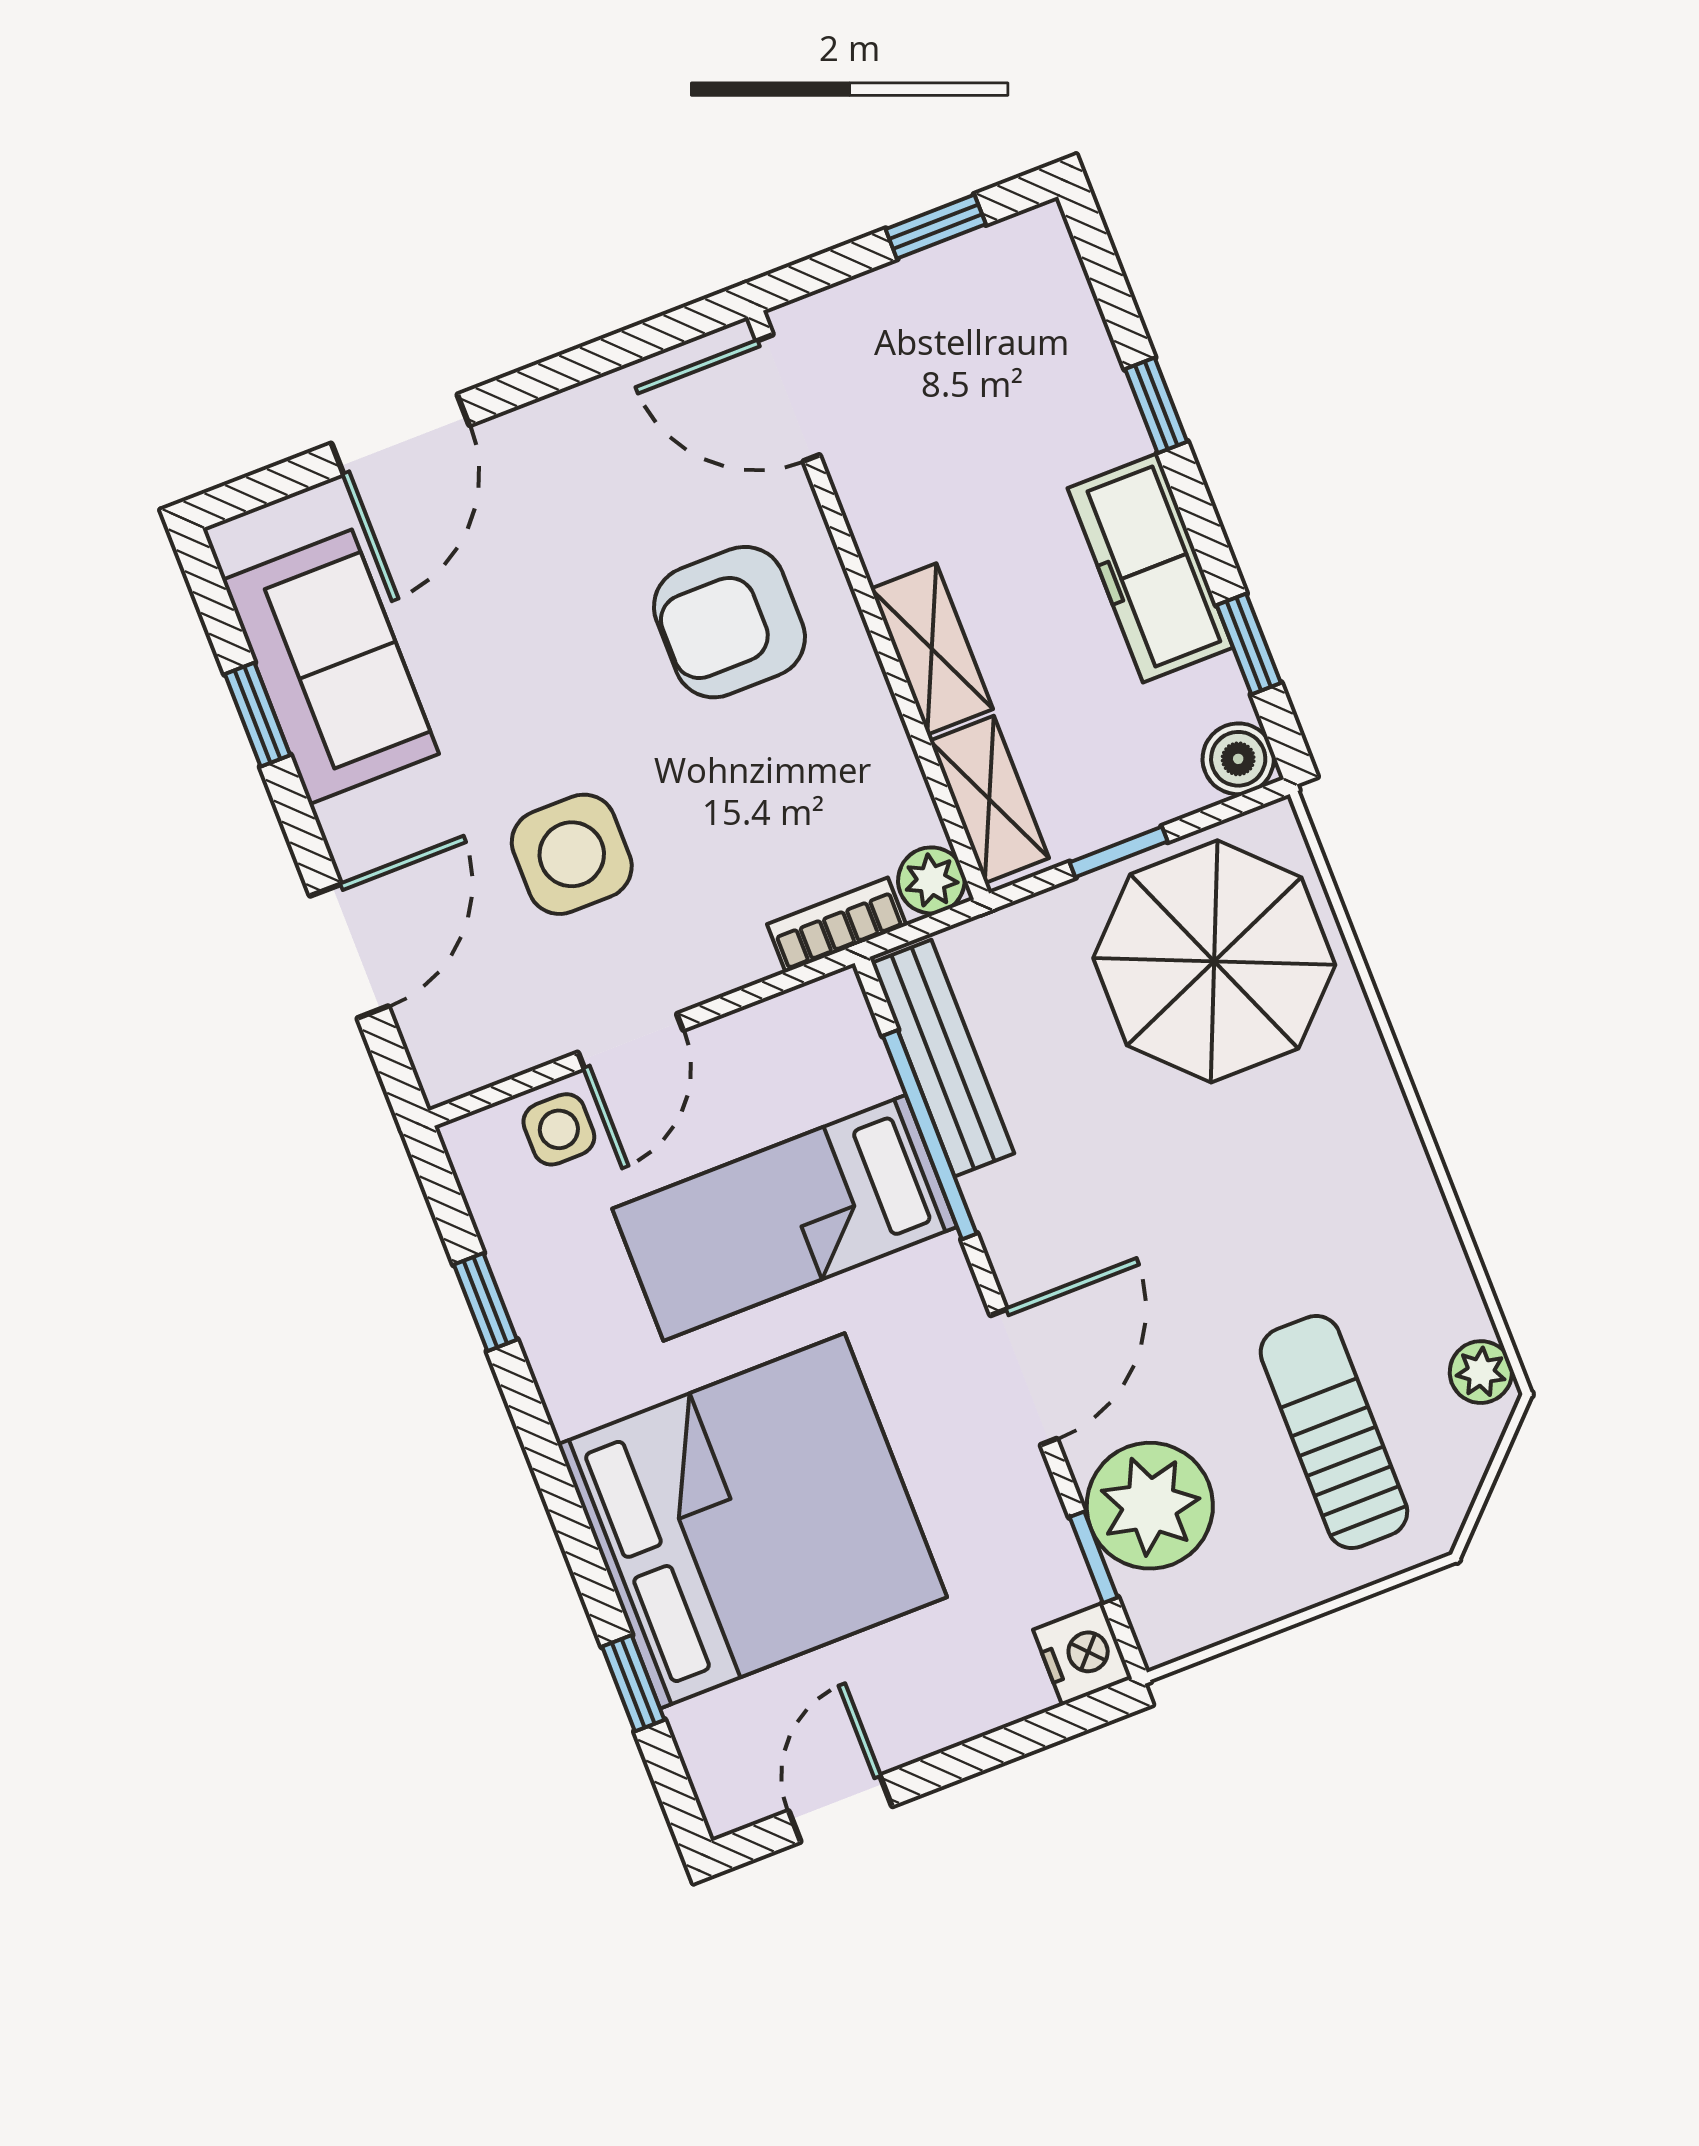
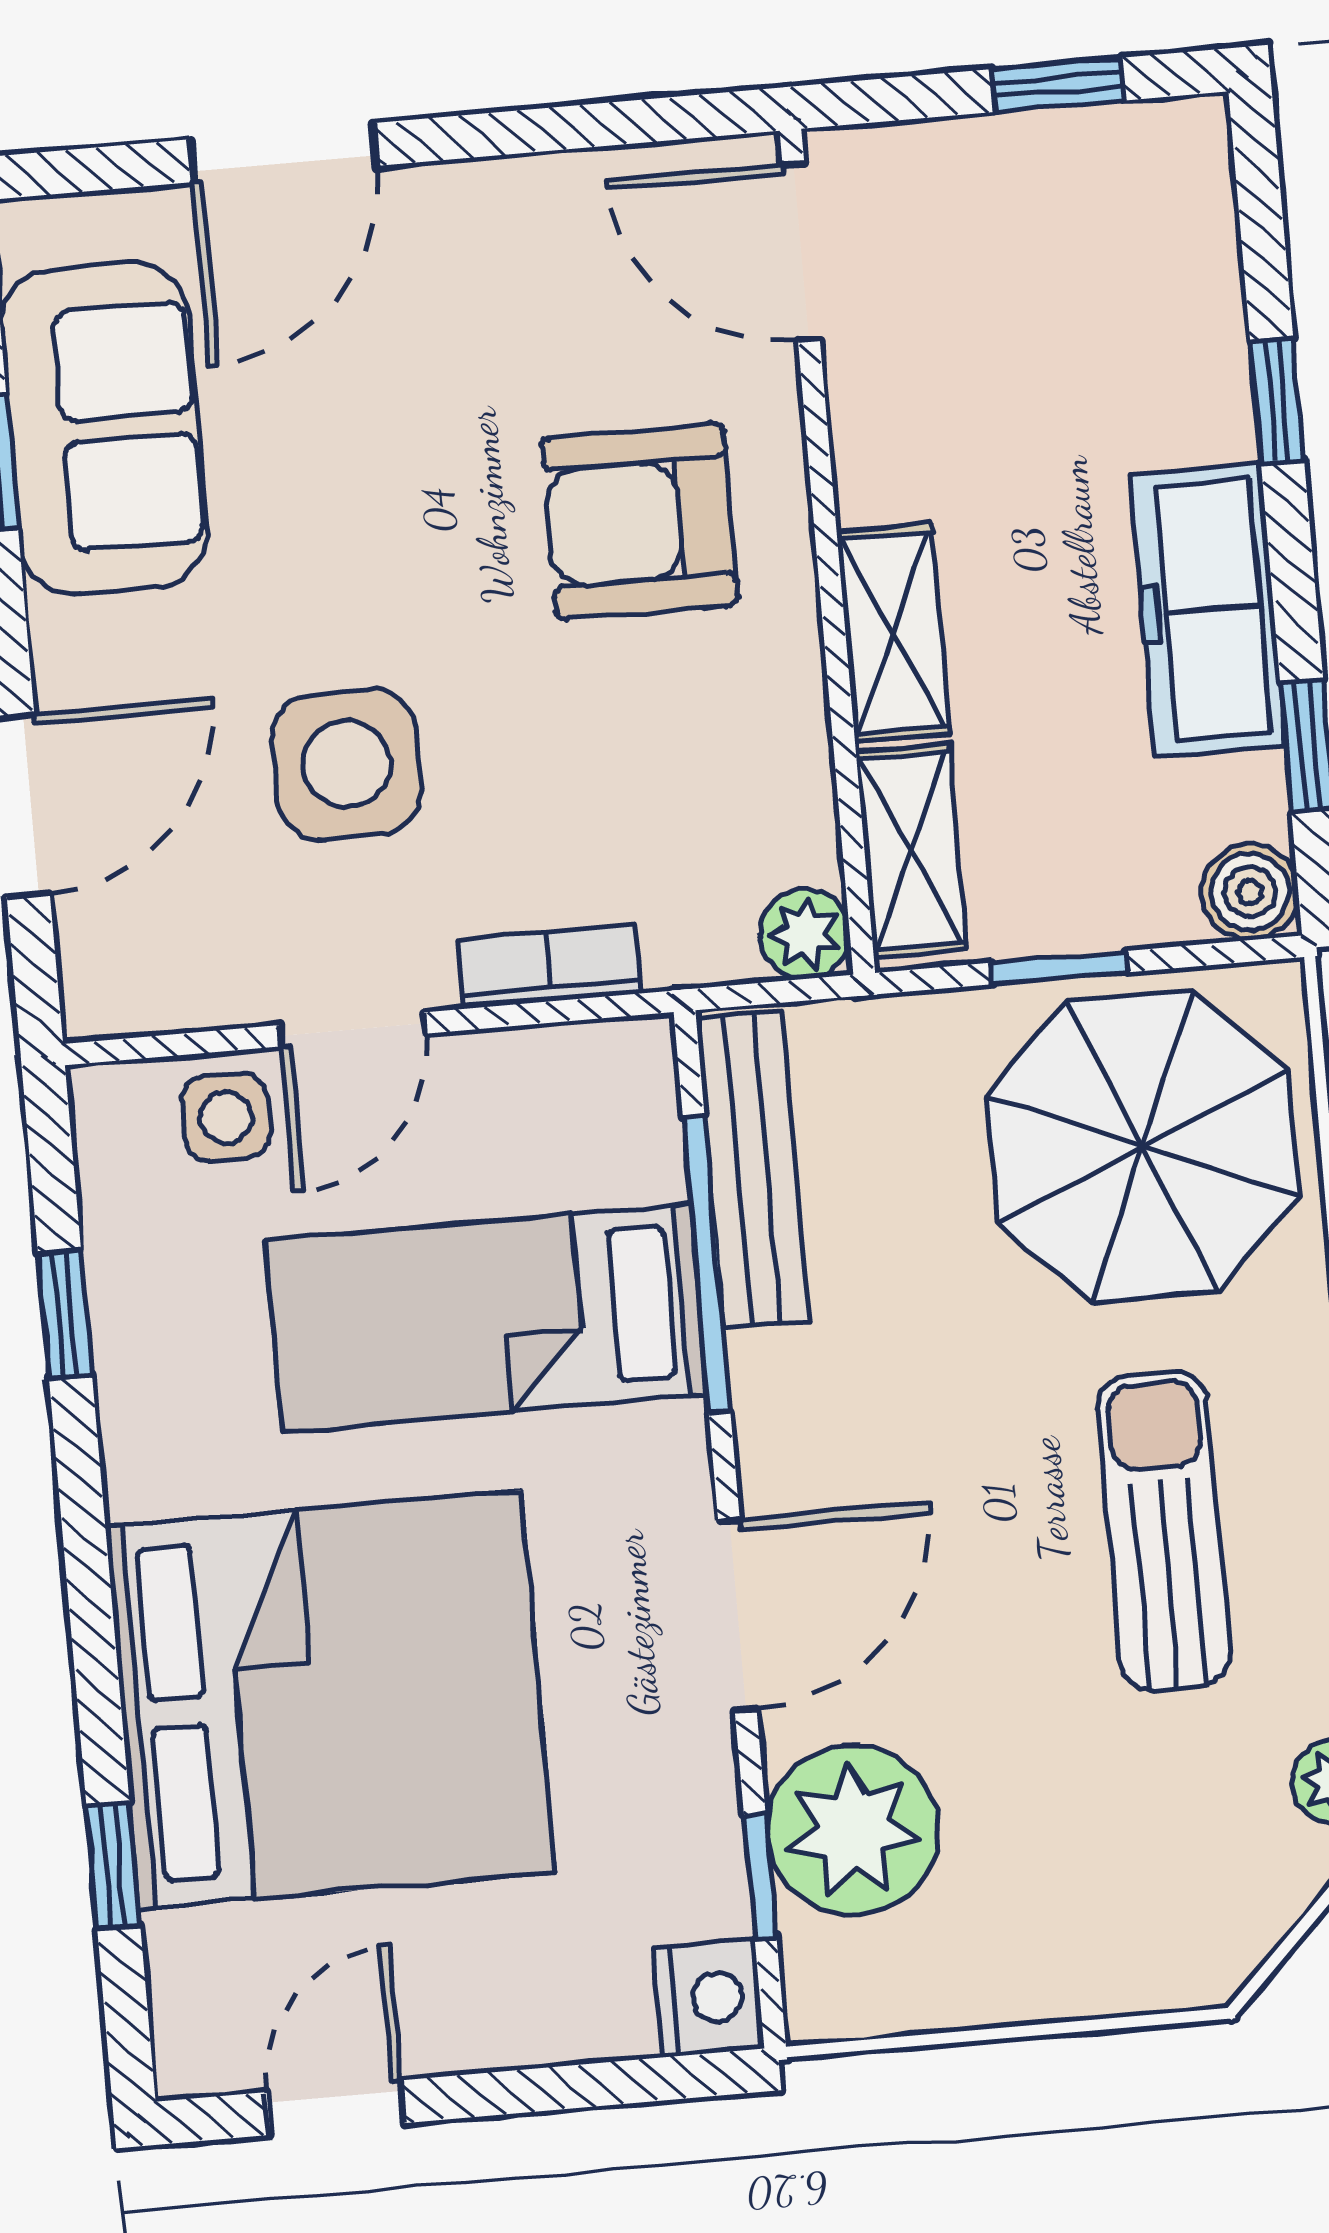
bookcase: (837, 925) -> (549, 966), moved
sun lounger: (1334, 1432) -> (1164, 1531), moved

